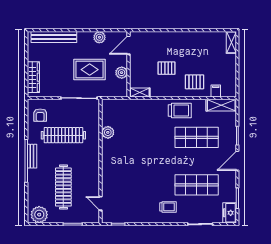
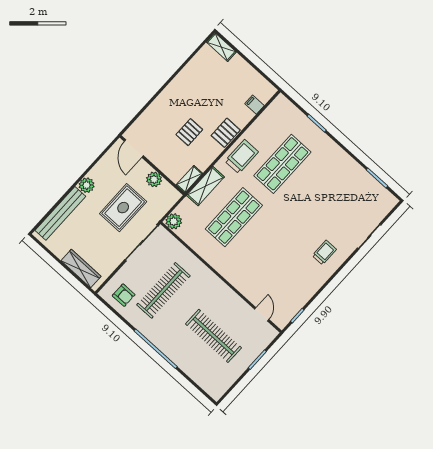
plant: (99, 37) -> (87, 185), moved
pallet: (195, 82) -> (226, 133), moved
shelving: (221, 105) -> (205, 186), moved
plant: (108, 132) -> (174, 221), moved
bench: (32, 156) -> (156, 339), removed
door: (237, 161) -> (341, 145), removed
shop shelf: (197, 185) -> (234, 217), moved
door: (101, 203) -> (262, 314), swing flipped
freezer: (230, 213) -> (384, 198), removed
plant: (39, 215) -> (219, 383), removed

